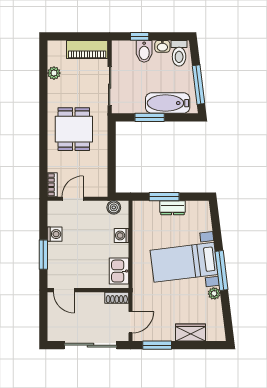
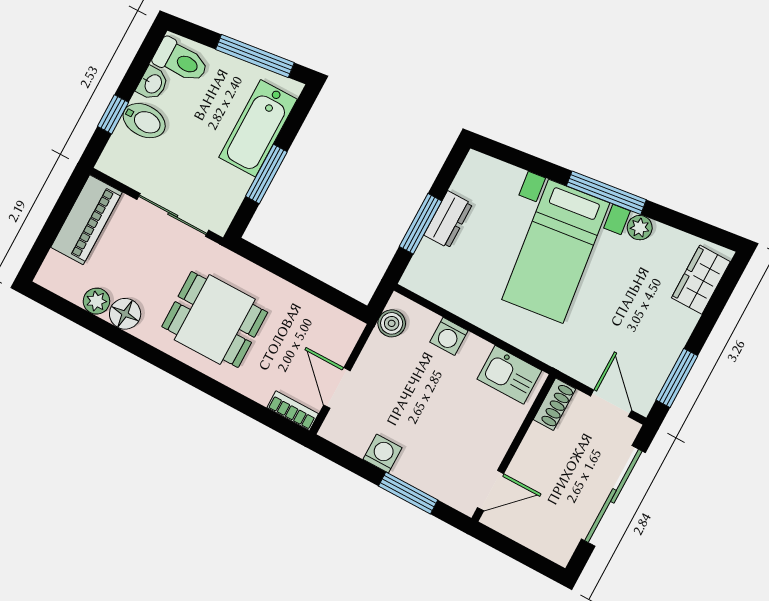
floor lamp: (55, 89) -> (125, 314), added
wardrobe: (191, 332) -> (701, 280), moved

